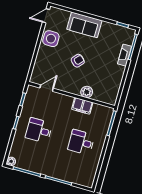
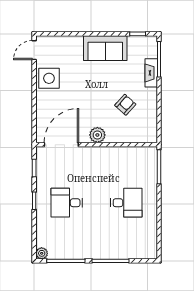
sofa: (84, 25) -> (105, 48), moved
armchair: (78, 61) -> (125, 105), moved
door: (47, 88) -> (61, 145), width x1.87
plant: (87, 92) -> (97, 135), moved
filing cabinet: (82, 106) -> (114, 155), removed
desk: (81, 142) -> (126, 203), turned 180

